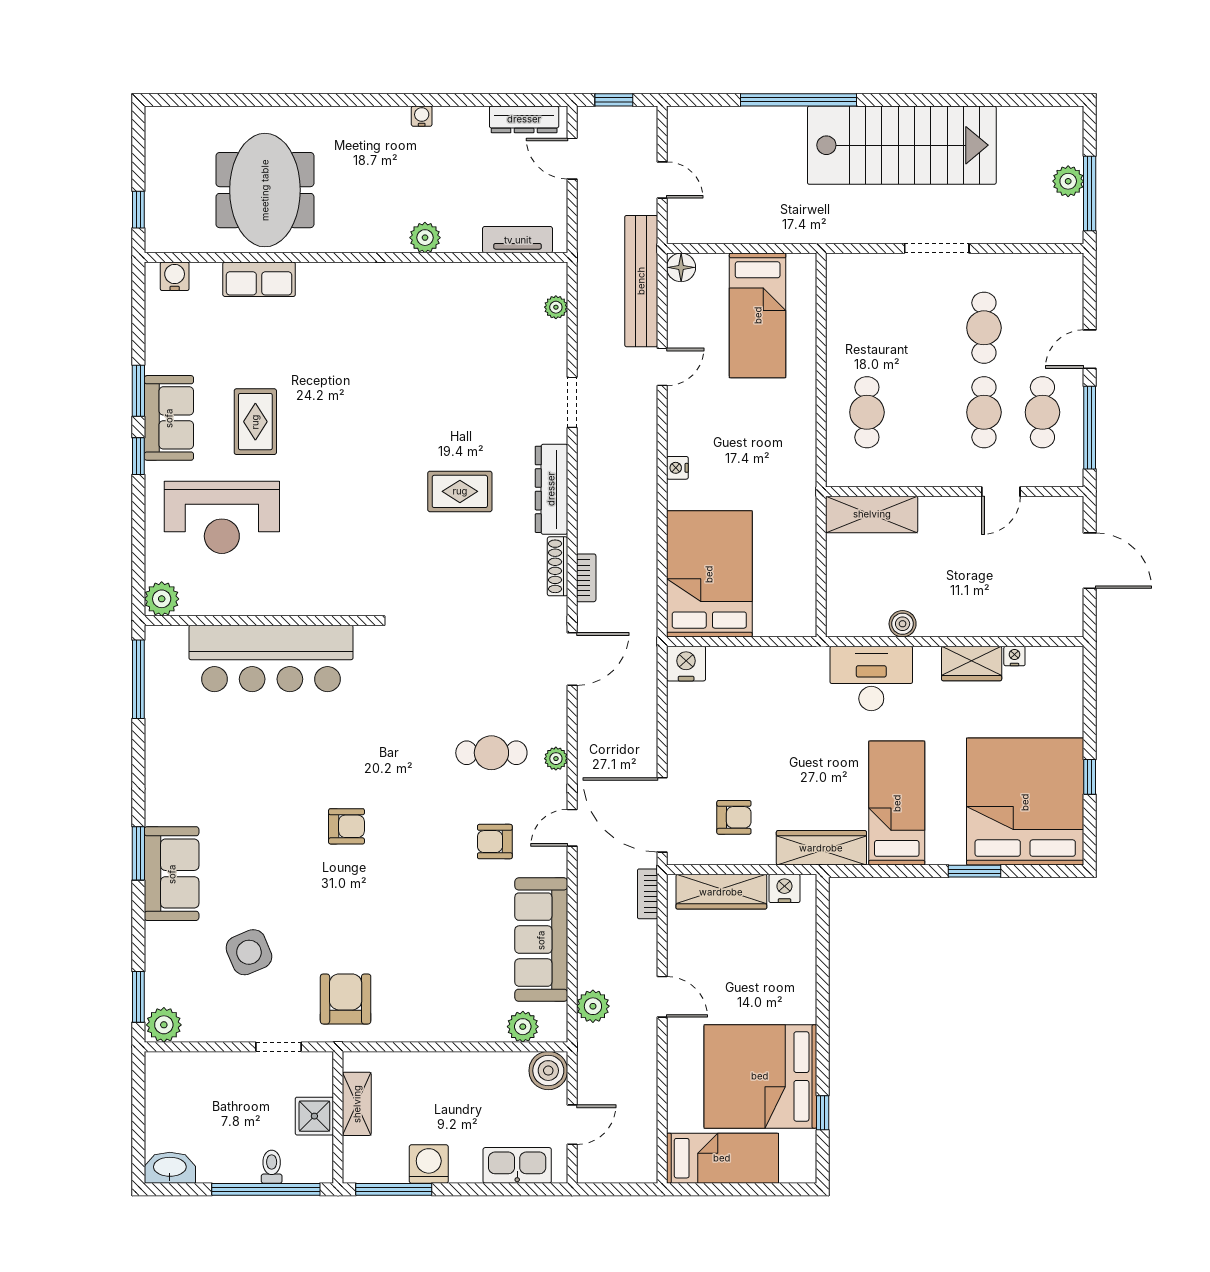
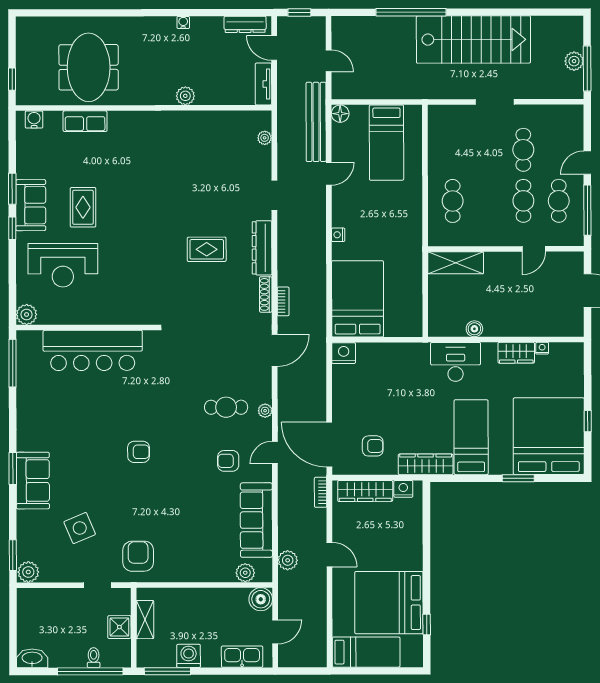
tv unit: (518, 240) -> (263, 84), moved, turned -90

